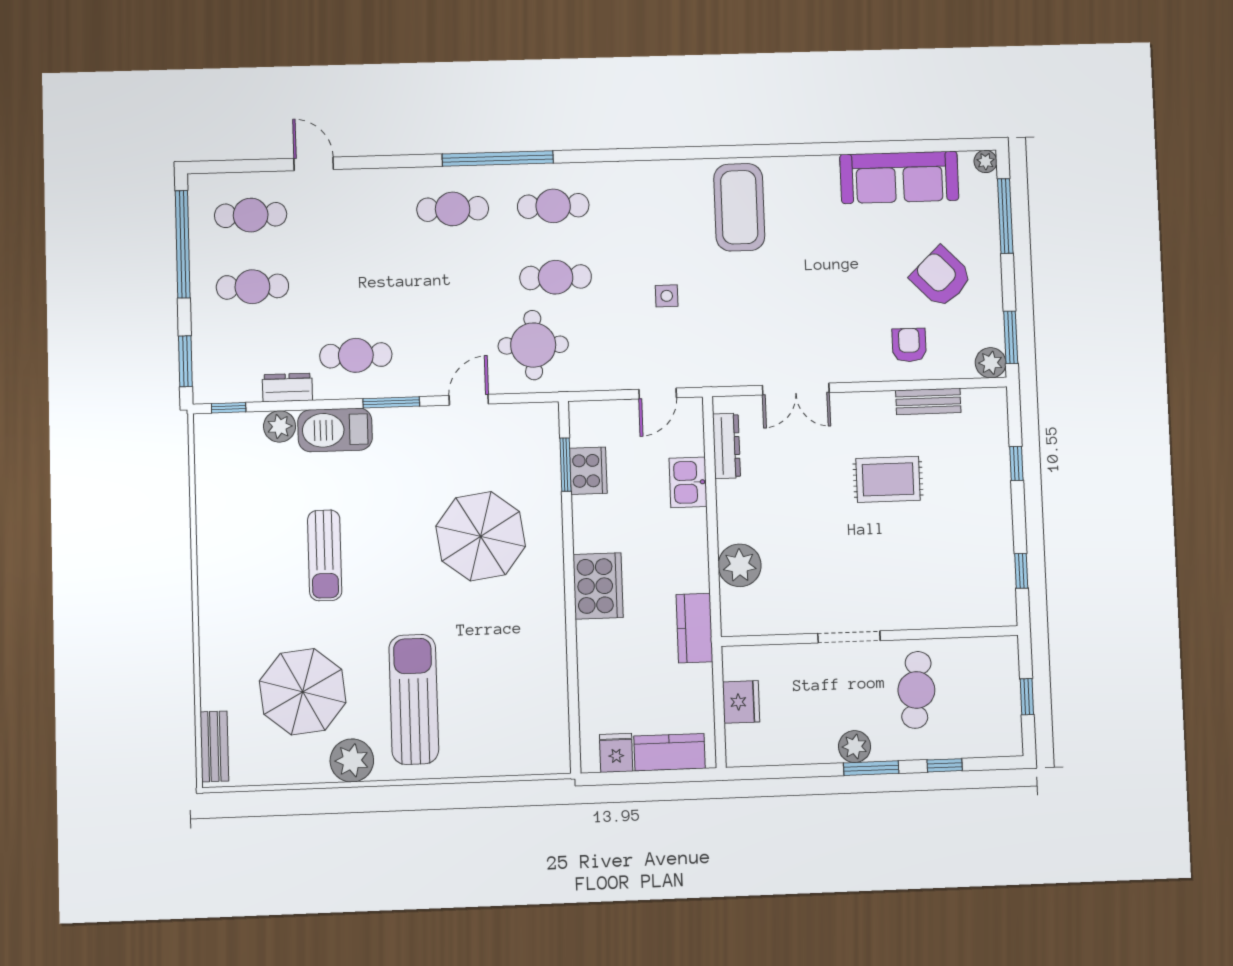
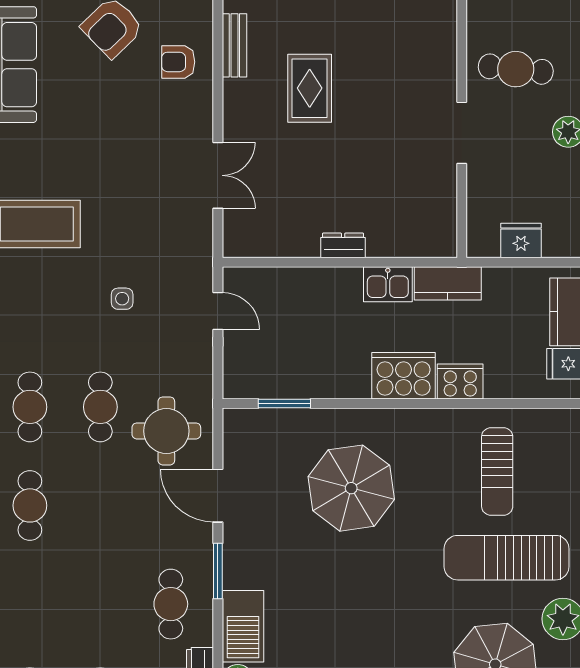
door: (469, 400) -> (218, 496), width x1.38
dresser: (726, 446) -> (343, 245), moved, width x0.70
cooker: (588, 471) -> (460, 381), moved
kitchen sink: (688, 482) -> (388, 284), moved
sun lounger: (325, 555) -> (497, 471), moved, turned 90
plant: (740, 565) -> (388, 237), removed

